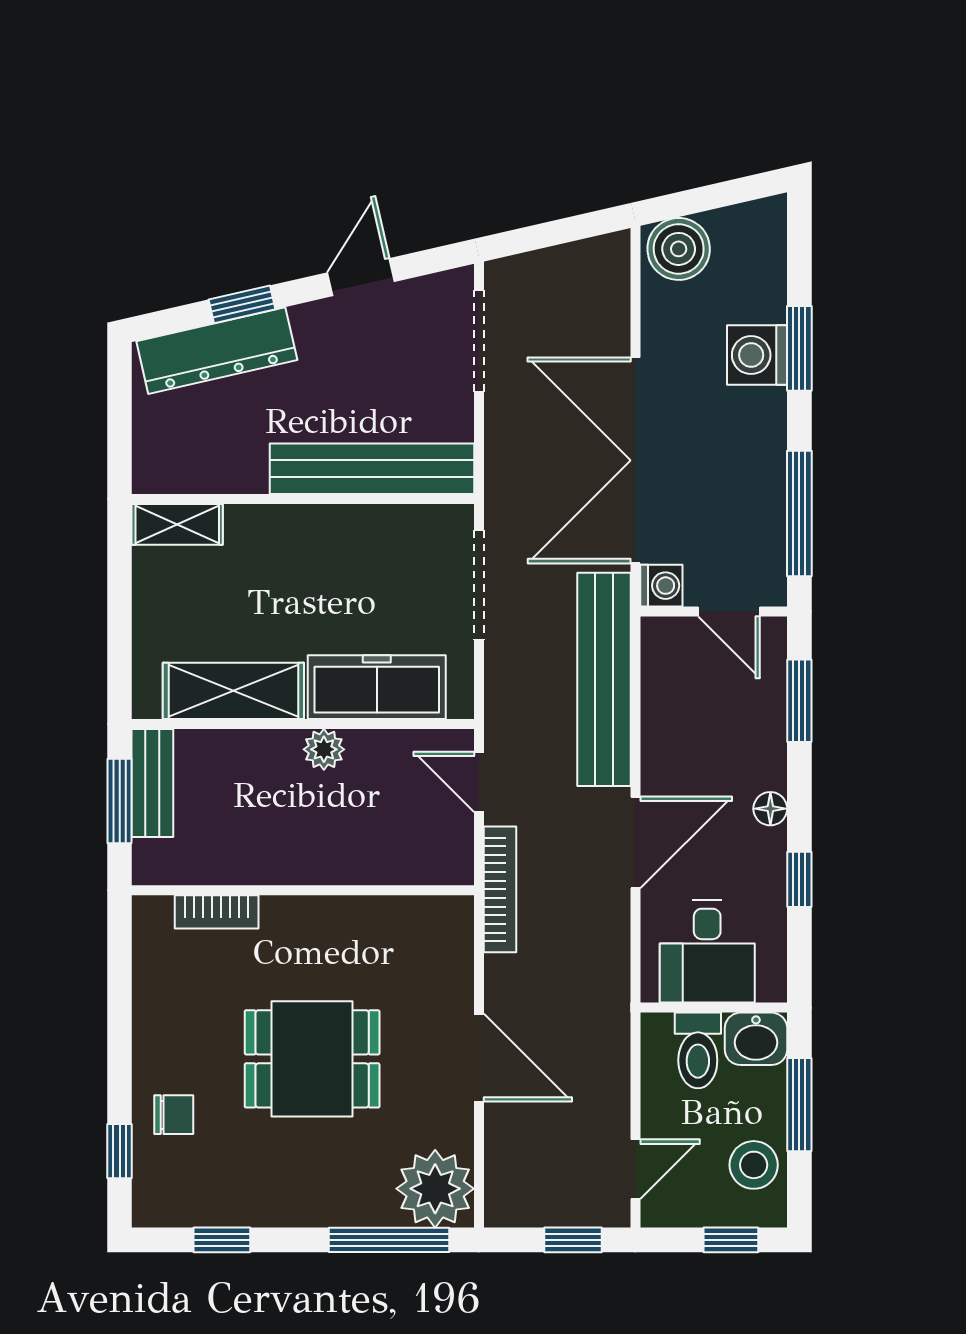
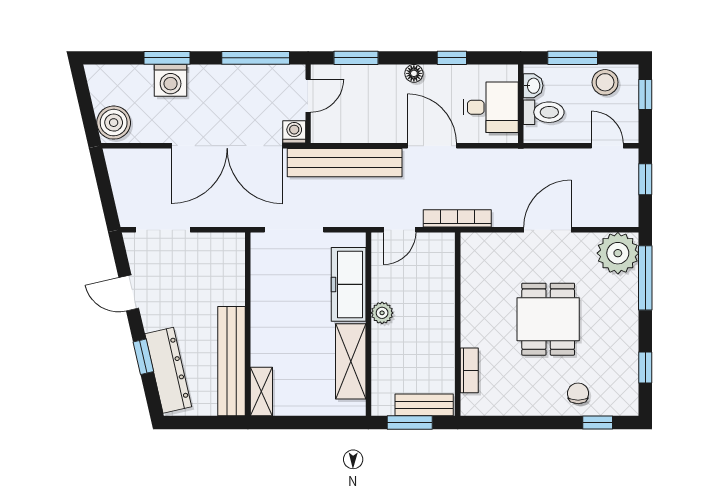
bench: (372, 469) -> (232, 361), moved
bench: (152, 783) -> (424, 405), moved
washbasin: (756, 1039) -> (533, 86), width x0.72, depth x0.69

